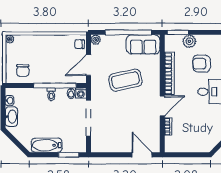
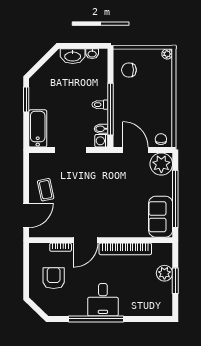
window: (178, 32) -> (175, 281), moved
plant: (96, 40) -> (161, 164), width x1.87, depth x1.87
armchair: (202, 64) -> (54, 278), moved
coffee table: (125, 80) -> (46, 190), moved, width x0.54, depth x0.58
door: (162, 106) -> (86, 240), hinge flipped
doorway: (88, 118) -> (71, 150), width x0.73
bathtub: (47, 145) -> (38, 128), moved
window: (69, 155) -> (26, 99), moved

